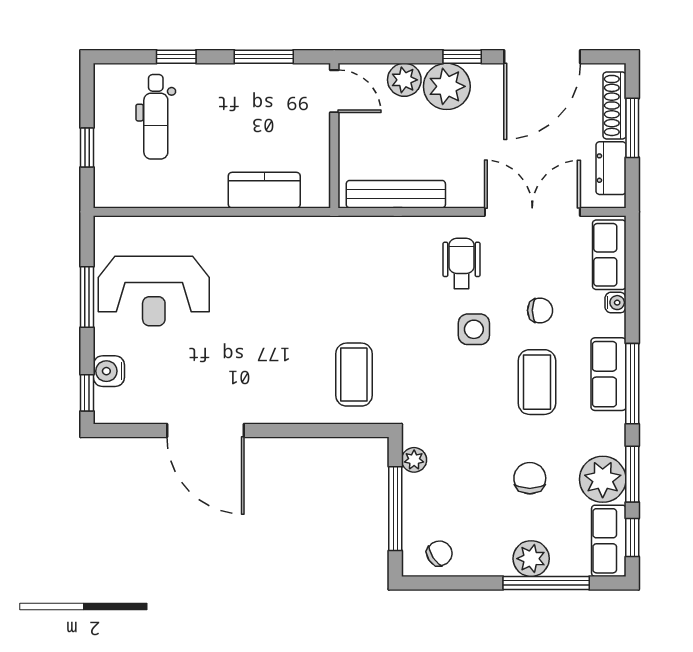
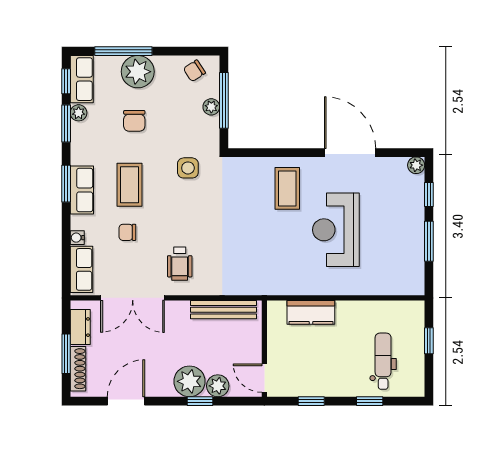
window: (264, 57) -> (311, 401), width x0.67
window: (462, 57) -> (200, 401), moved
door: (542, 57) -> (126, 401), width x0.73
reception desk: (154, 291) -> (336, 230), moved, turned -90
side table: (474, 329) -> (188, 168), moved
water cooler: (109, 371) -> (414, 192), removed
coffee table: (354, 375) -> (287, 188), moved
window: (632, 384) -> (66, 184), width x0.69
window: (87, 393) -> (429, 195), moved
plant: (106, 411) -> (416, 165), added
plant: (414, 460) -> (211, 107), moved
plant: (603, 479) -> (79, 113), width x0.53, depth x0.53
plant: (531, 559) -> (138, 72), width x1.36, depth x1.36

